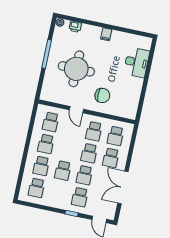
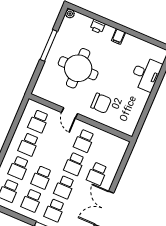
printer: (75, 27) -> (98, 26), moved
school desk: (115, 136) -> (32, 201), moved

